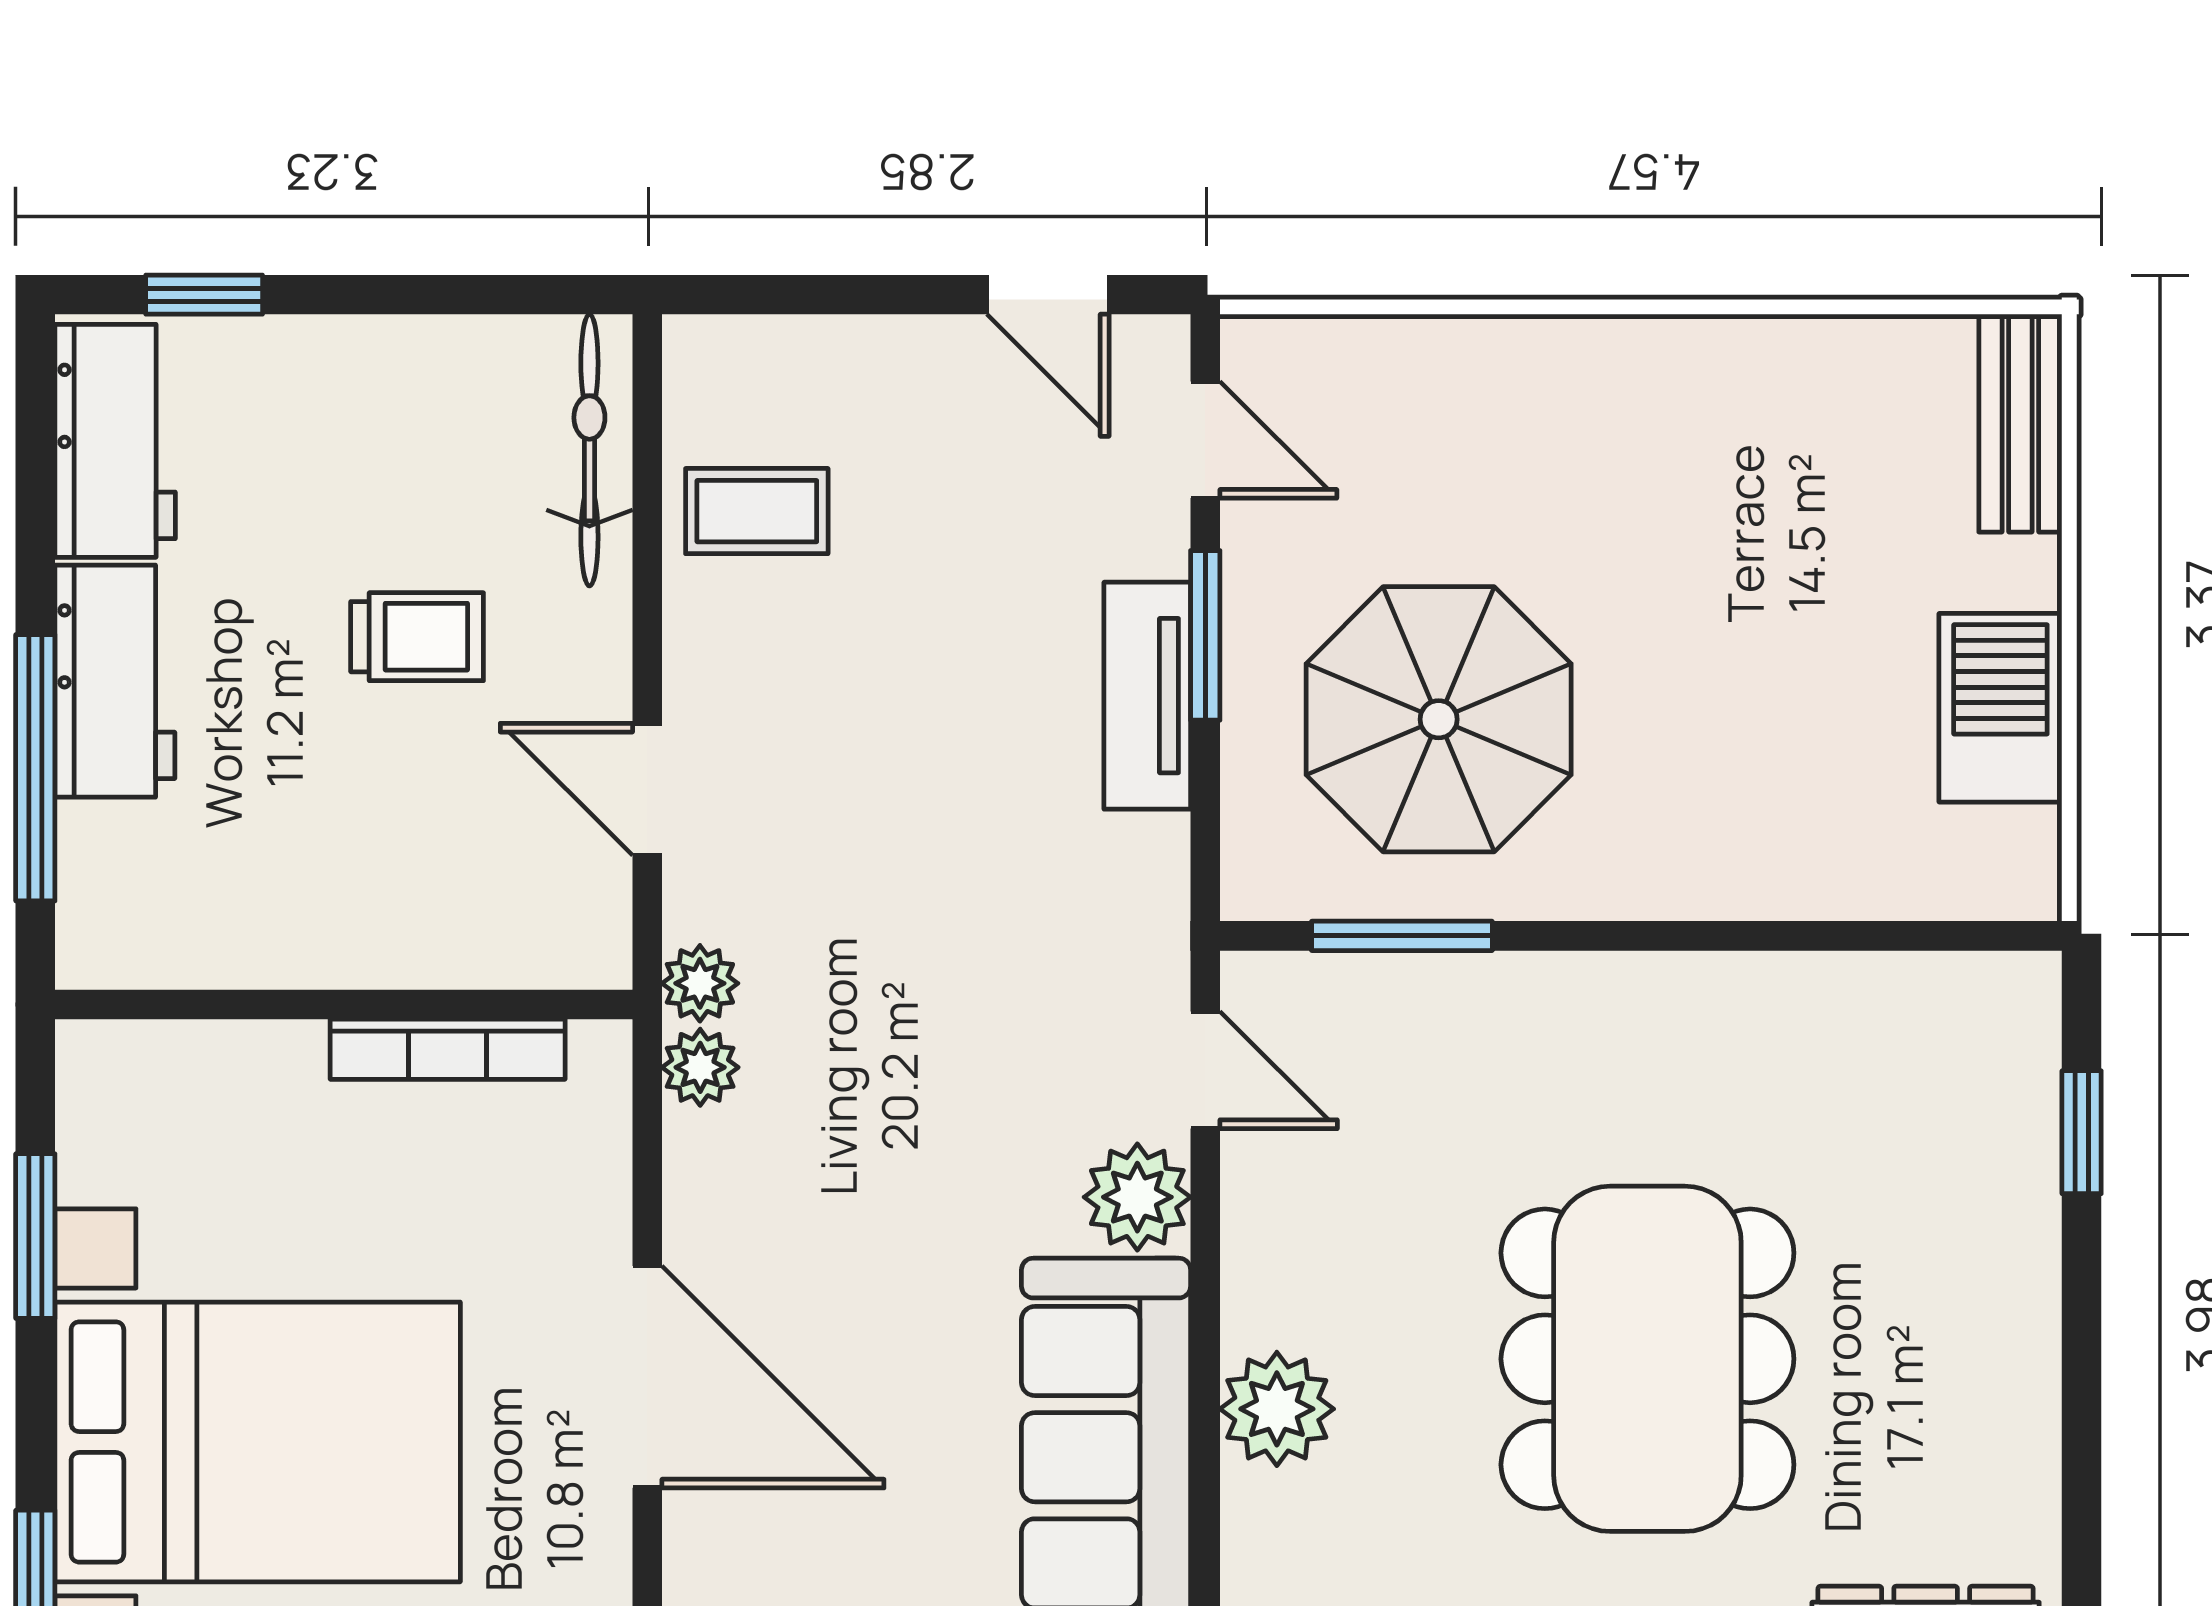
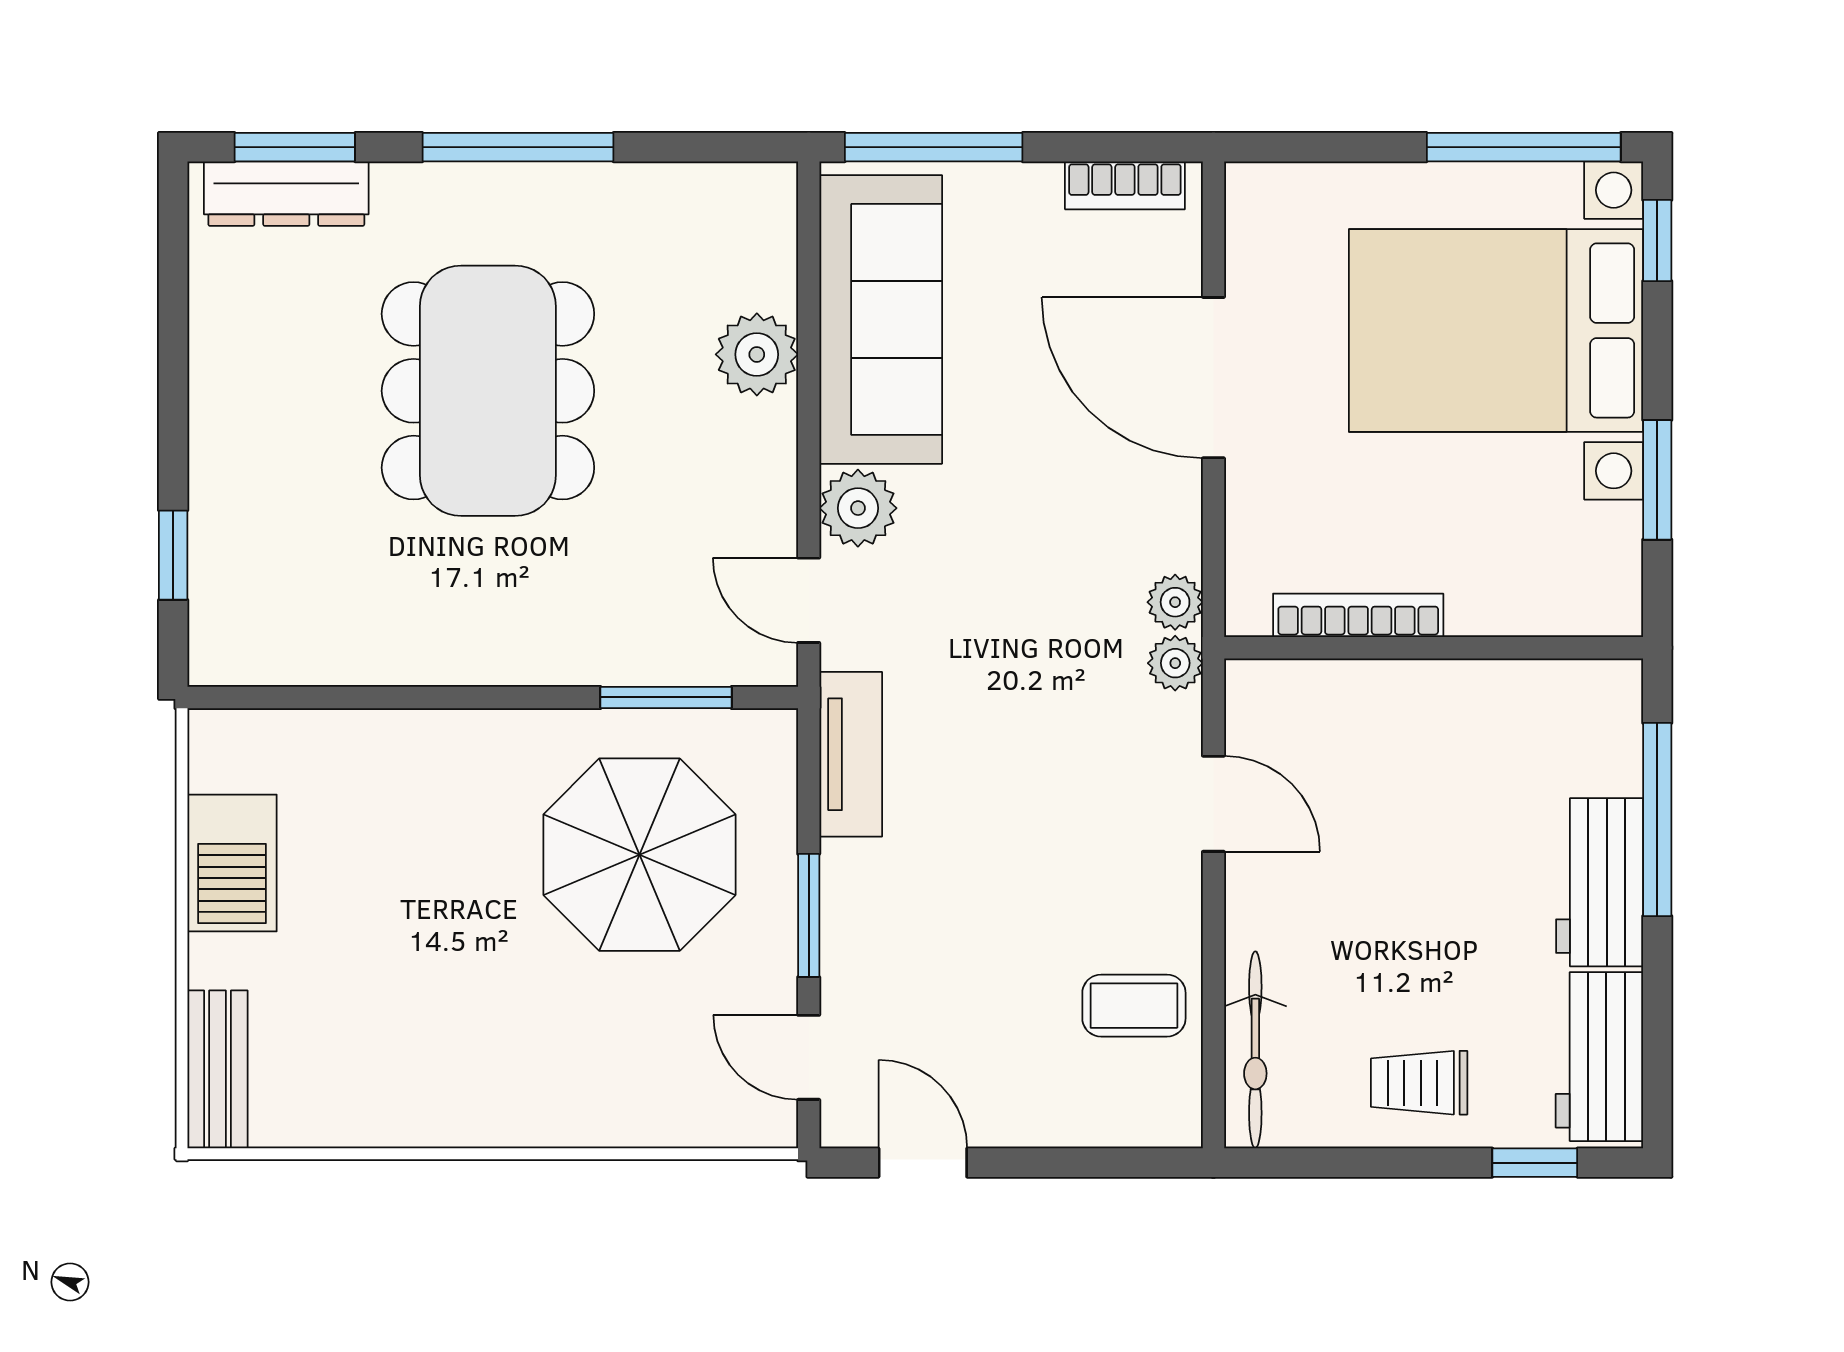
trolley: (417, 637) -> (1419, 1083), moved
tv unit: (1147, 696) -> (851, 754), moved

